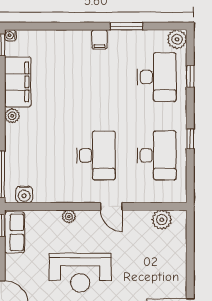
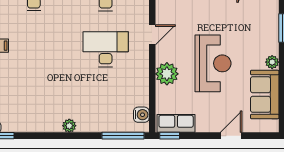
filing cabinet: (18, 82) -> (38, 121), removed
plant: (69, 217) -> (167, 74), width x1.88, depth x1.88

